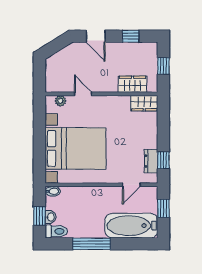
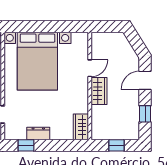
wardrobe: (133, 84) -> (99, 91), moved
plant: (60, 101) -> (83, 47), removed
dresser: (151, 161) -> (38, 133), moved

